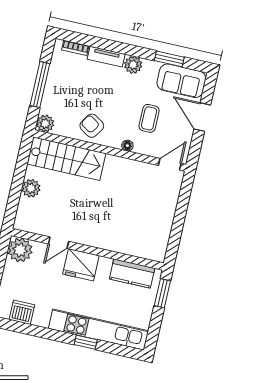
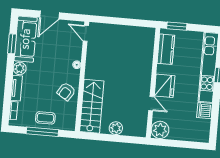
sofa: (181, 81) -> (26, 39), width x1.36
coffee table: (149, 118) -> (45, 118), moved
plant: (45, 124) -> (69, 124), removed
dishwasher: (22, 312) -> (205, 110), moved

